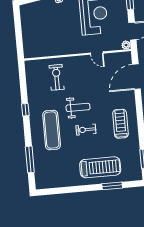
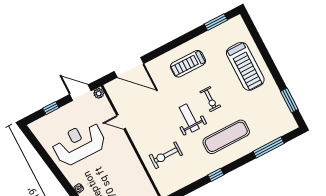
door: (97, 53) -> (121, 122), swing flipped
treadmill: (100, 167) -> (245, 66), turned 180
window: (112, 186) -> (289, 100), moved

